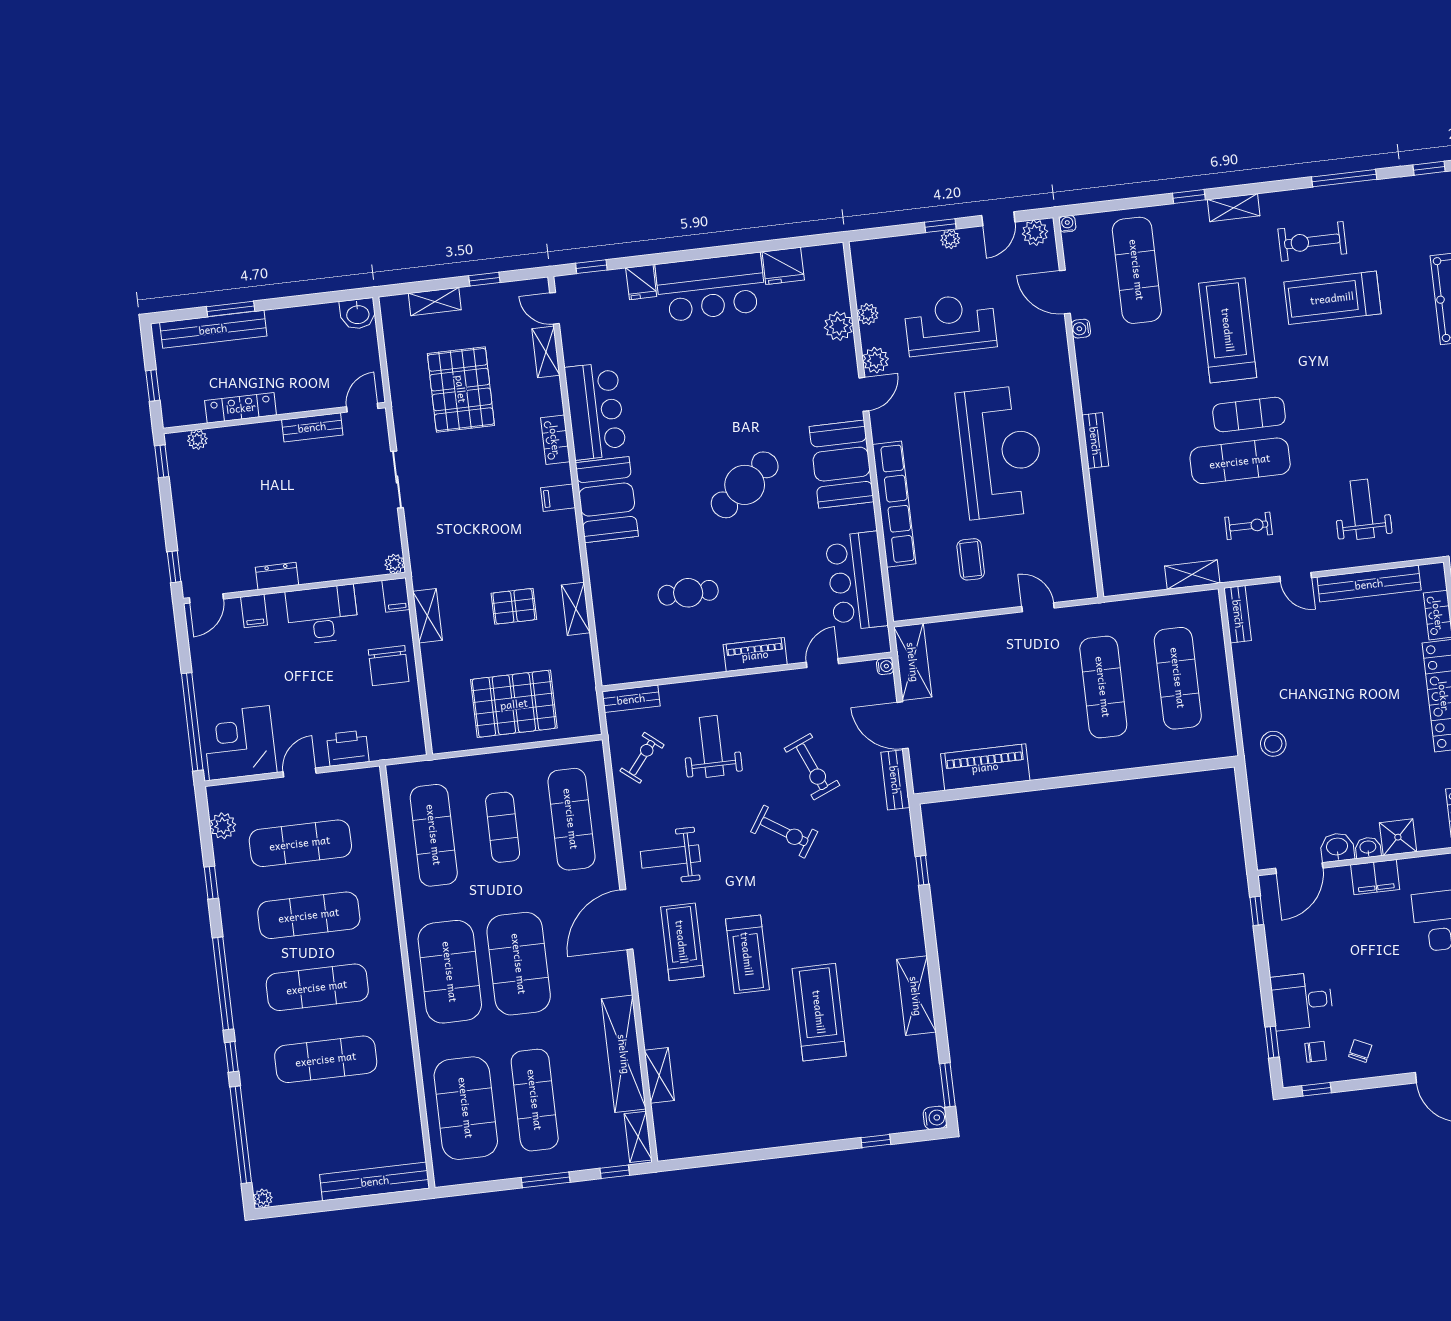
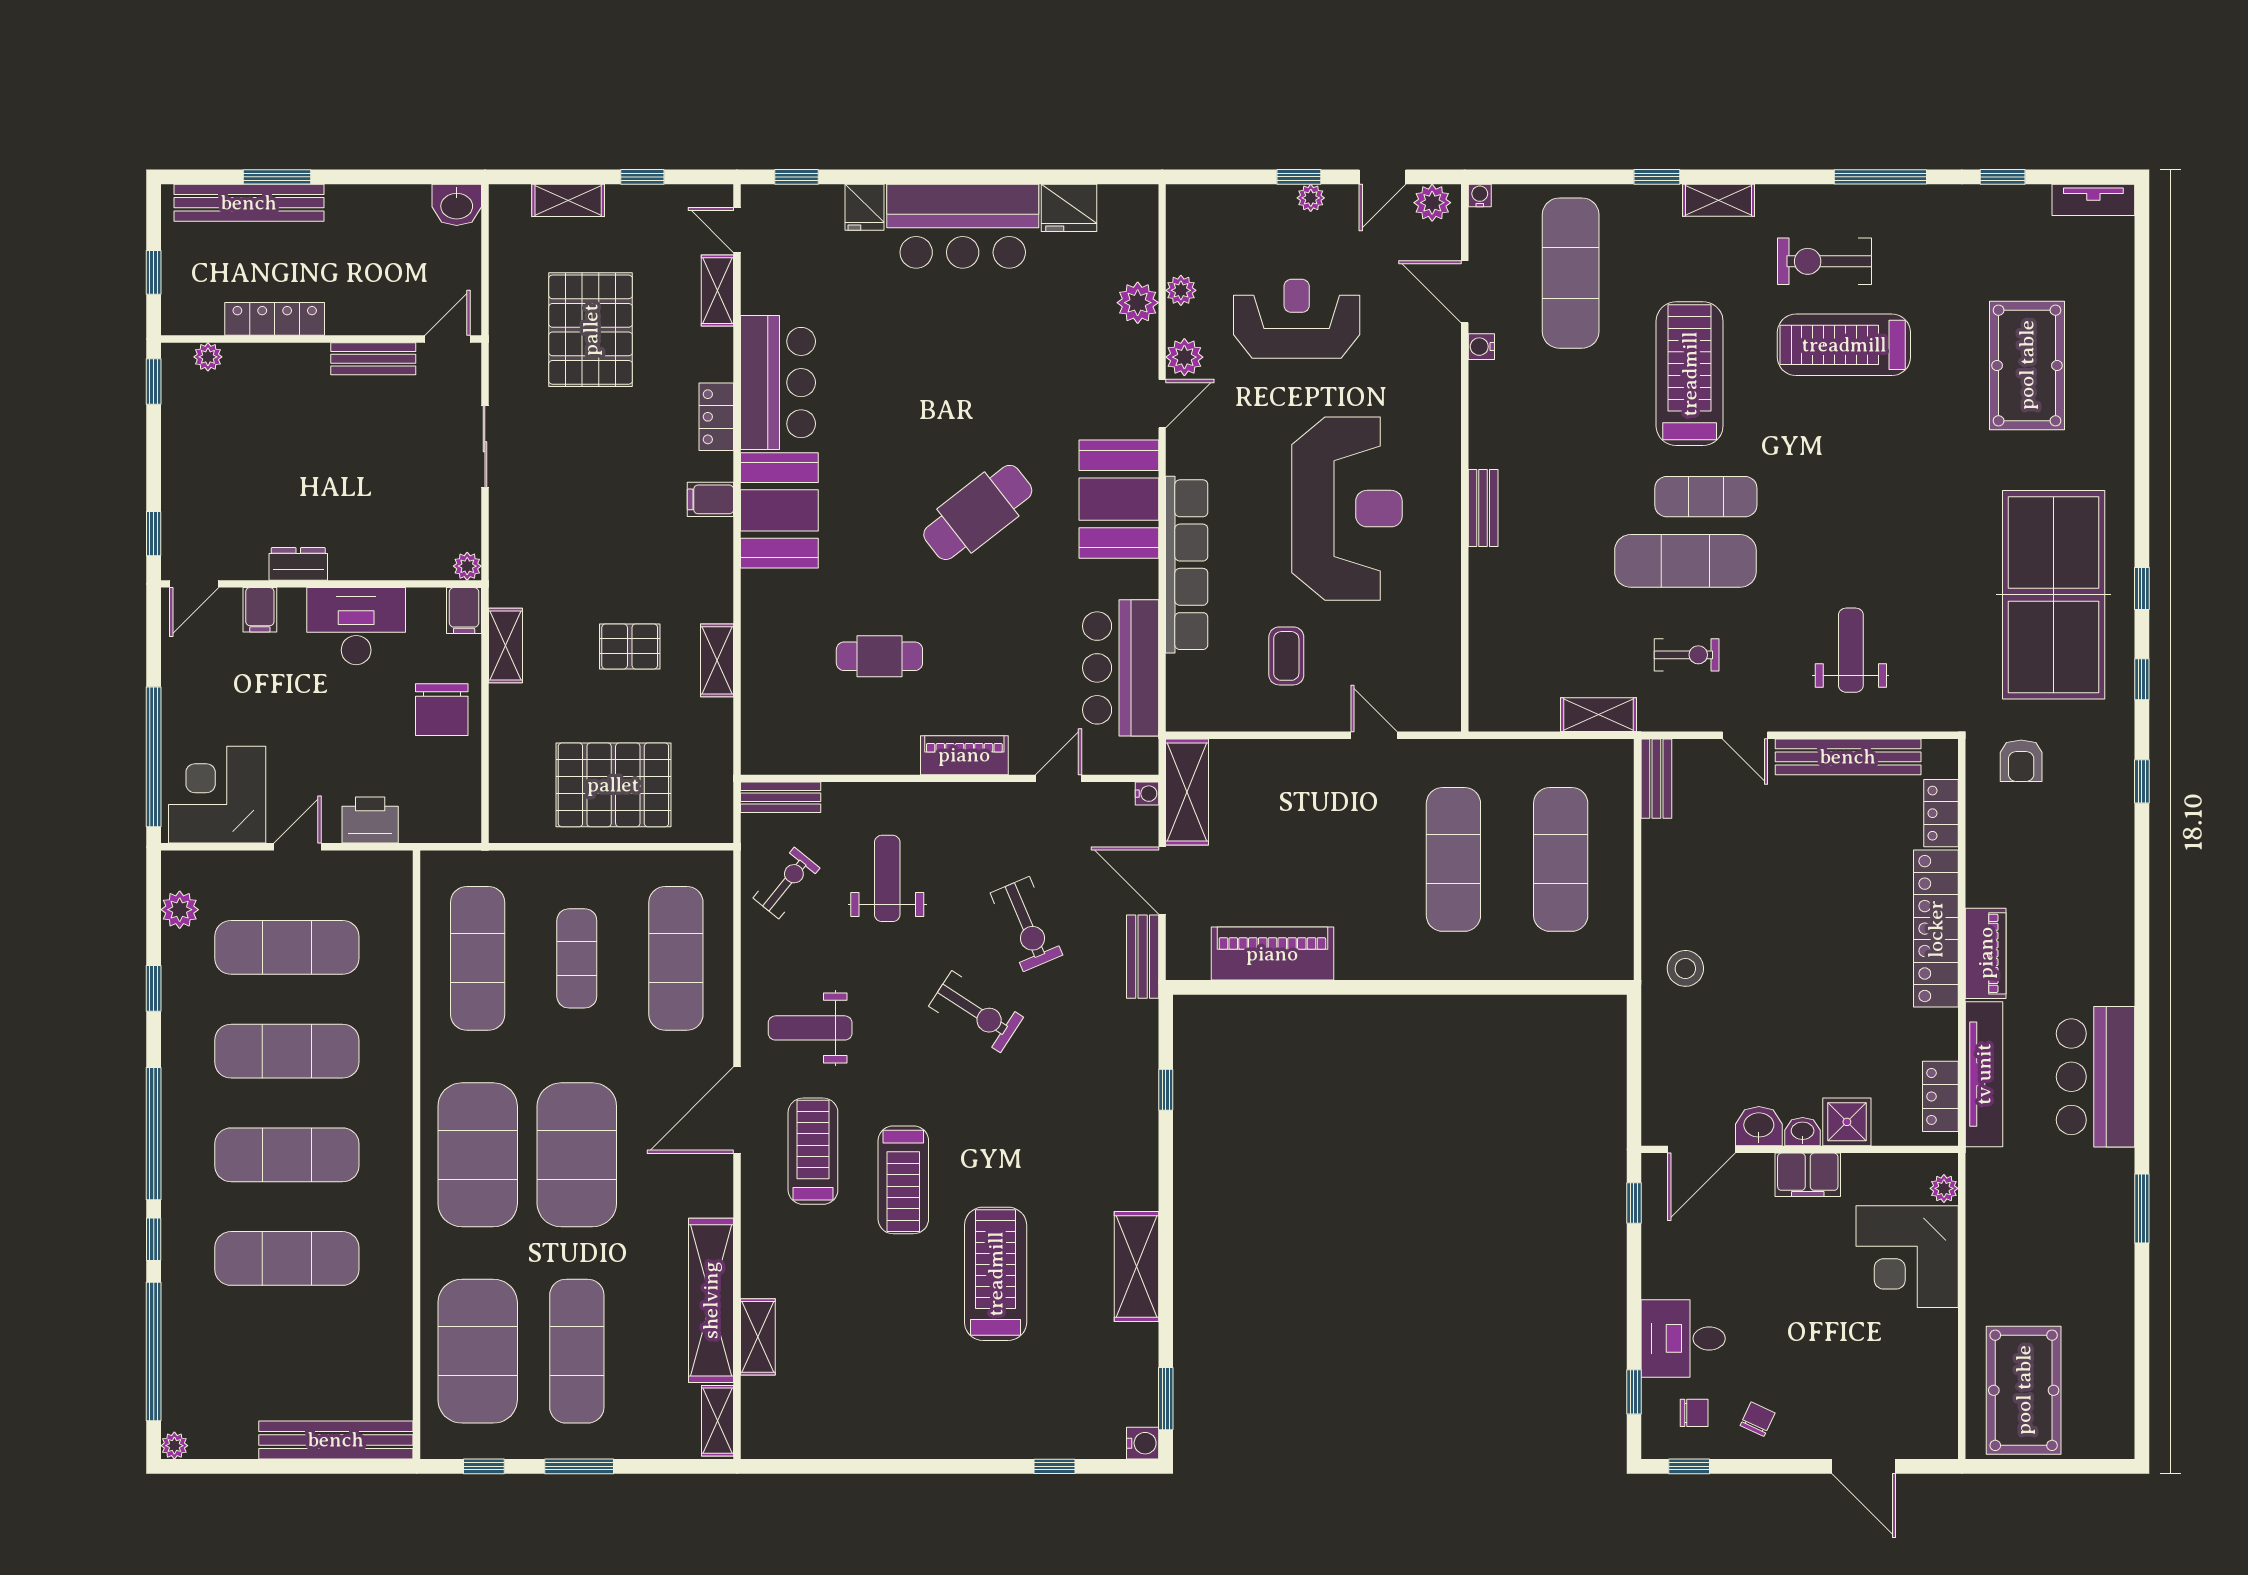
window: (615, 1172) -> (484, 1466), moved

